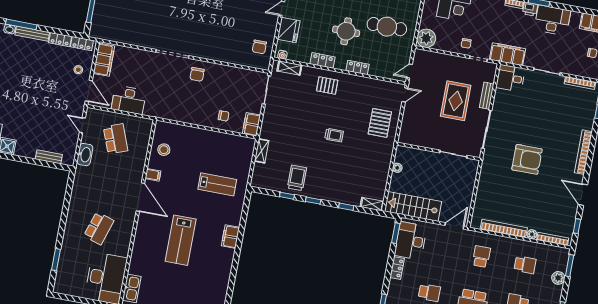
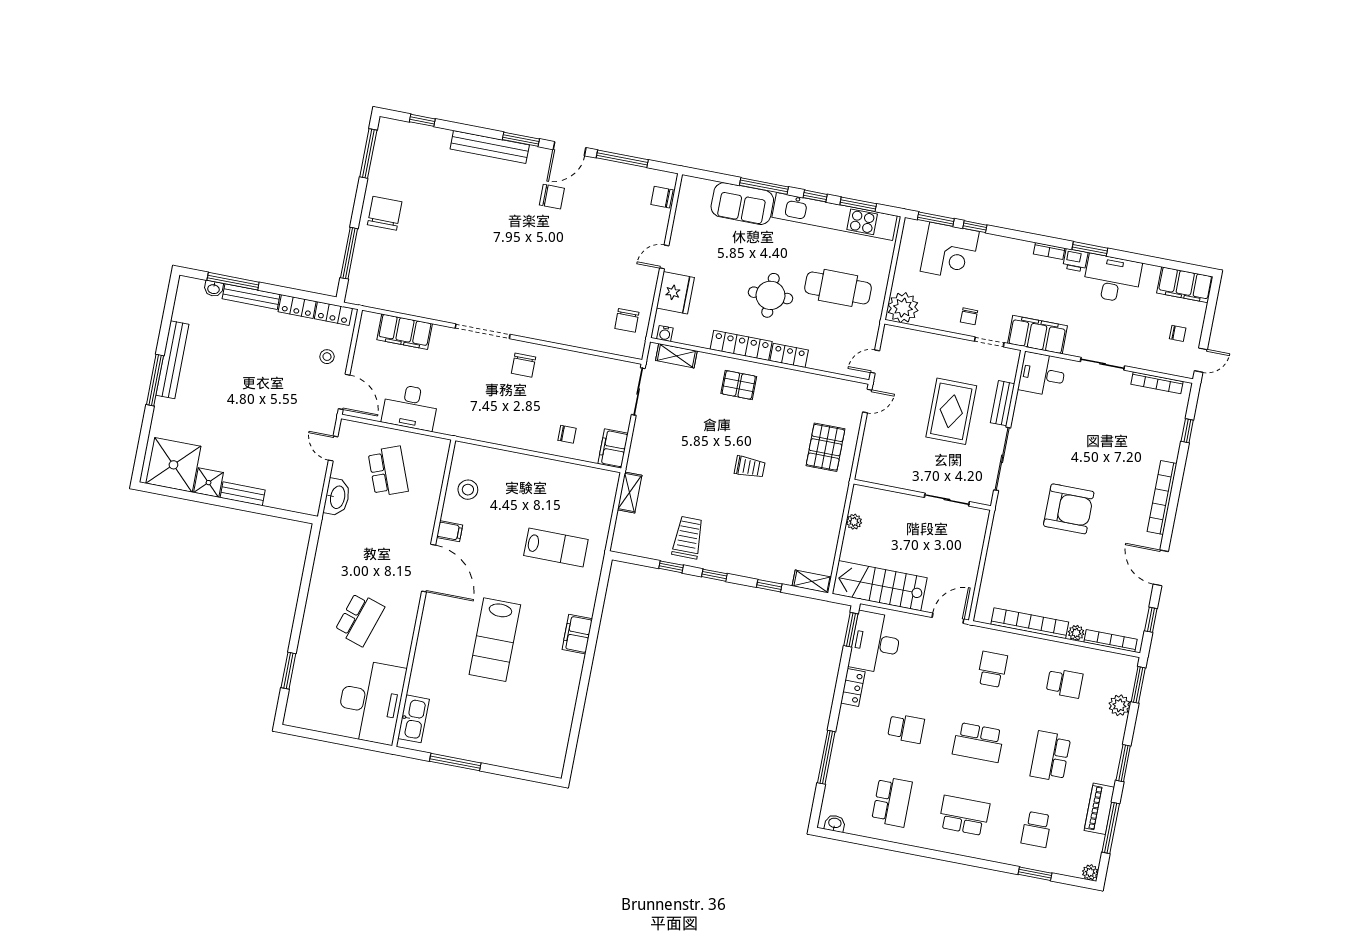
filing cabinet: (104, 60) -> (405, 332), moved, turned 90
locker: (322, 60) -> (741, 345), width x1.53
bench: (49, 157) -> (243, 494), moved

